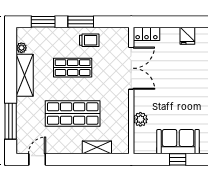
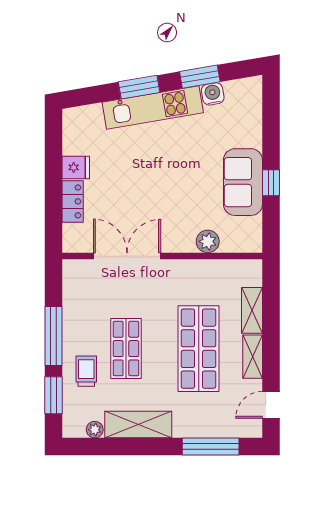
window: (81, 22) -> (54, 336), width x1.44
locker: (147, 34) -> (73, 201), moved
trolley: (89, 40) -> (86, 371), moved
shelving: (68, 148) -> (253, 357), added
door: (37, 159) -> (271, 405), hinge flipped

